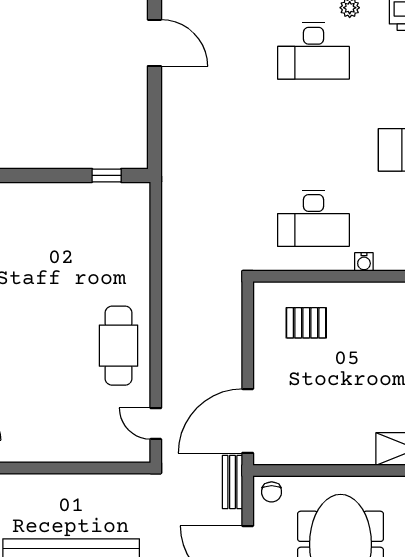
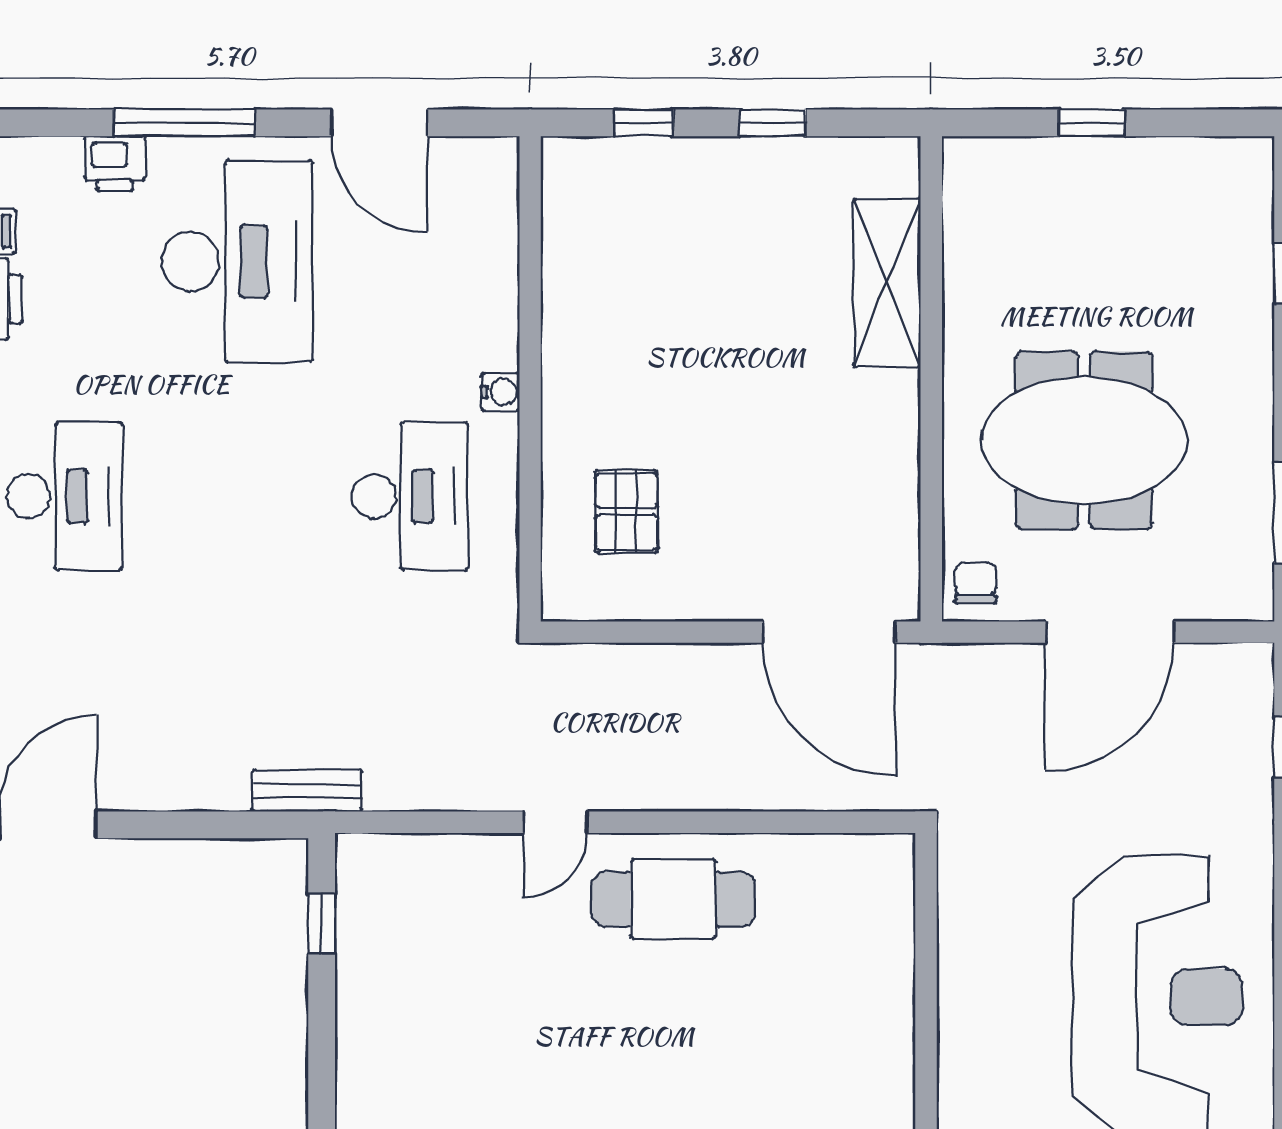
door: (156, 424) -> (555, 822), moved
bench: (232, 482) -> (307, 791), moved
chair: (272, 492) -> (976, 583), turned -90

